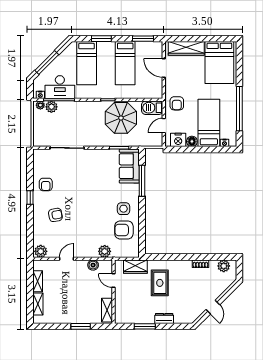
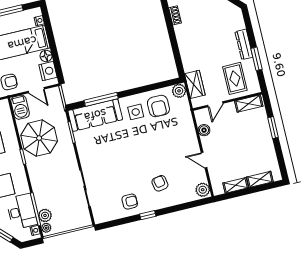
sofa: (129, 166) -> (95, 115), width x1.36
plant: (105, 251) -> (179, 91), moved
rug: (160, 283) -> (235, 78), moved, turned 90
dresser: (164, 318) -> (244, 44), width x1.44

